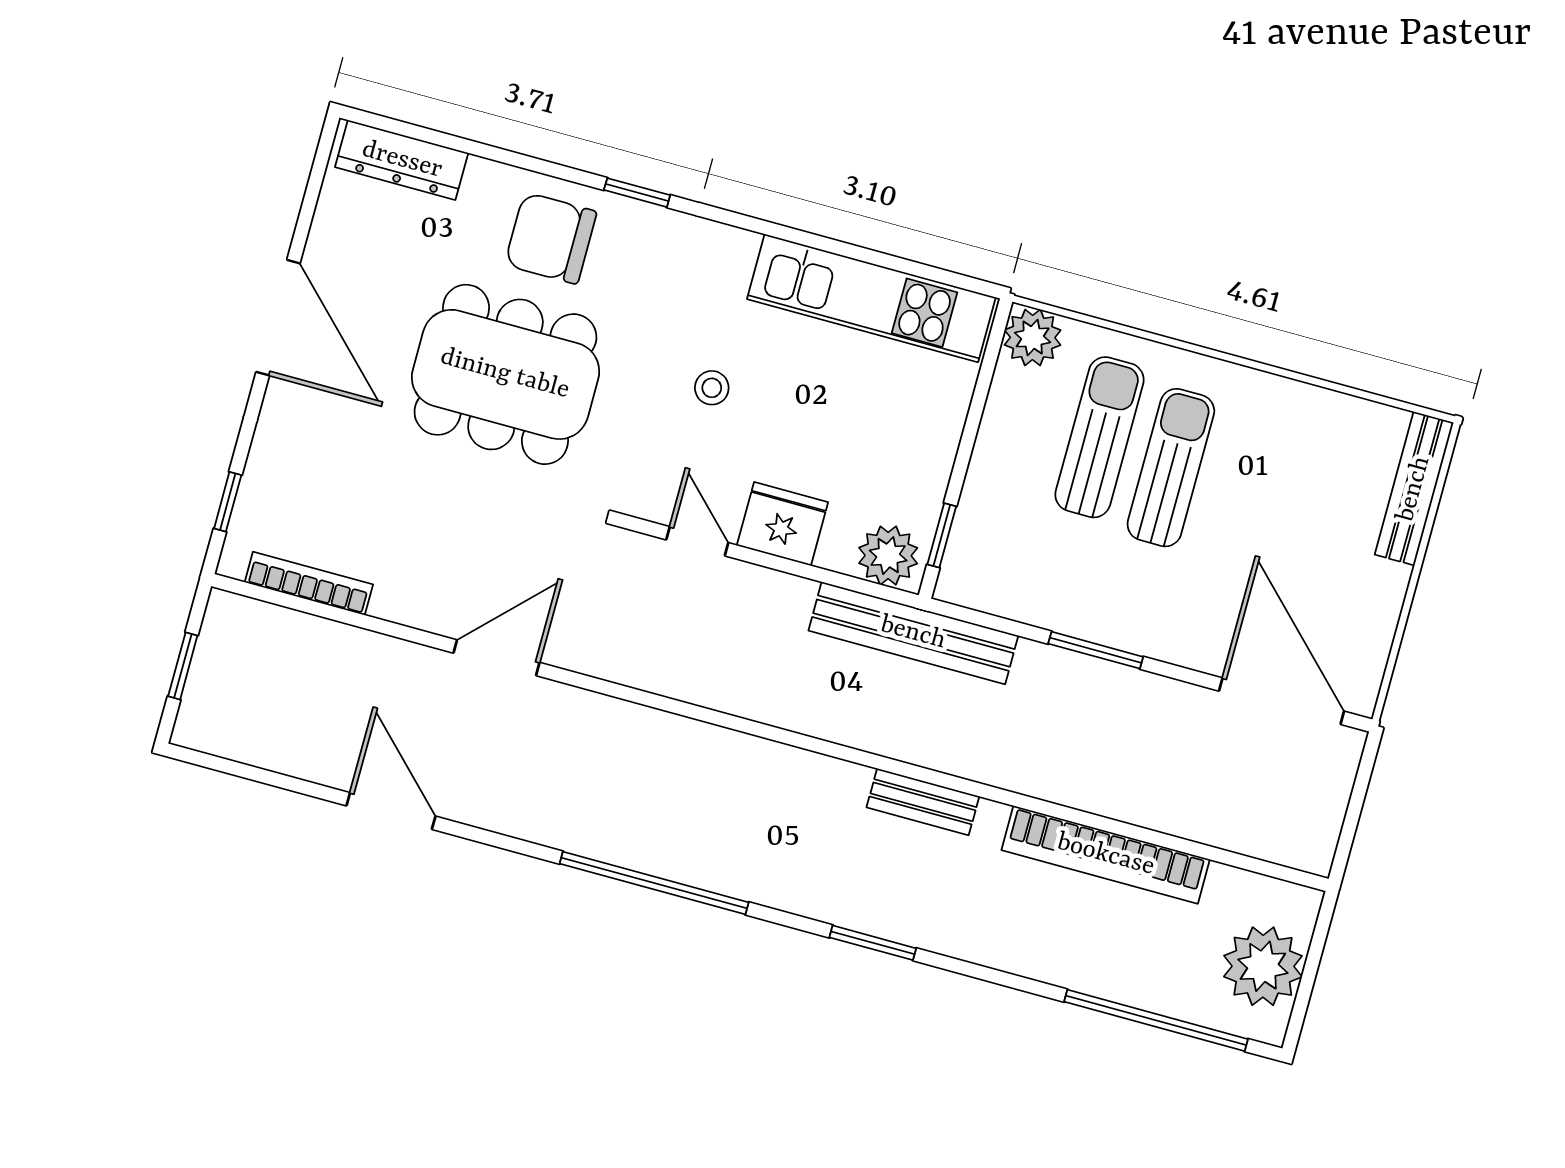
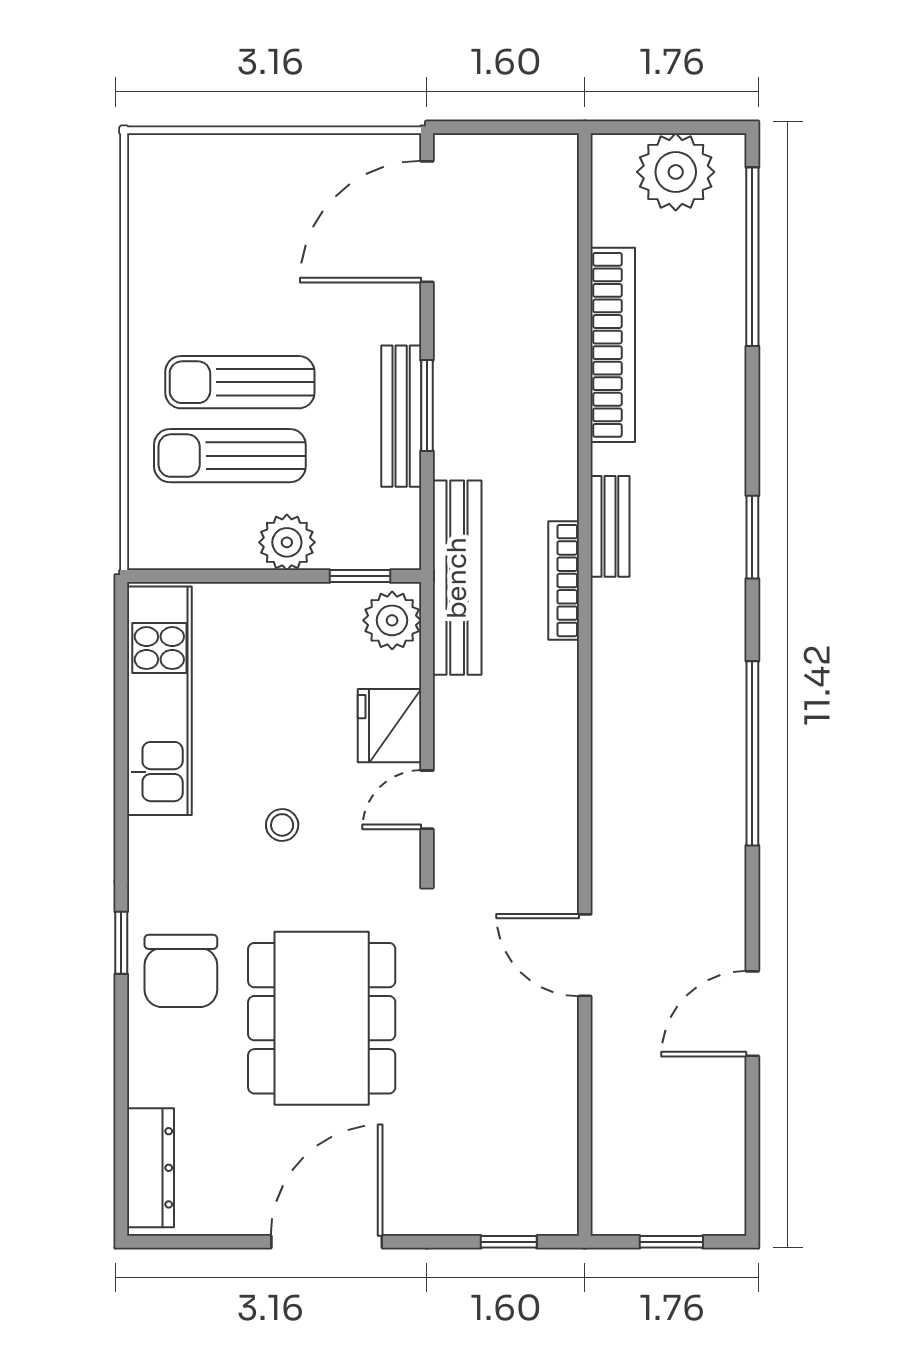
chair: (551, 238) -> (181, 971), moved
plant: (1033, 337) -> (287, 542), moved
bench: (1414, 489) -> (401, 416), moved, turned 90
bookcase: (309, 583) -> (564, 581), moved

